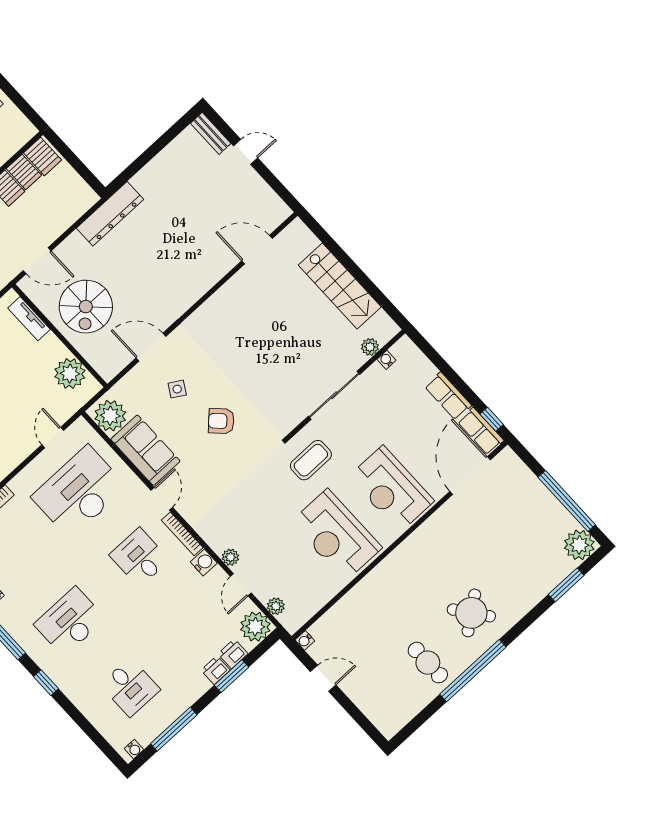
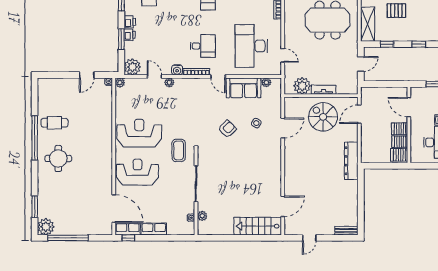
door: (246, 152) -> (309, 238), moved
stairs: (340, 286) -> (258, 226), moved
tv unit: (29, 319) -> (324, 90), moved
plant: (110, 416) -> (266, 82), width x0.53, depth x0.53
desk: (79, 492) -> (251, 46), turned 180
plant: (276, 606) -> (120, 83), moved
round table: (471, 613) -> (58, 158), turned 37
printer: (233, 654) -> (130, 22), moved

